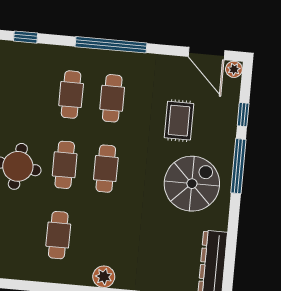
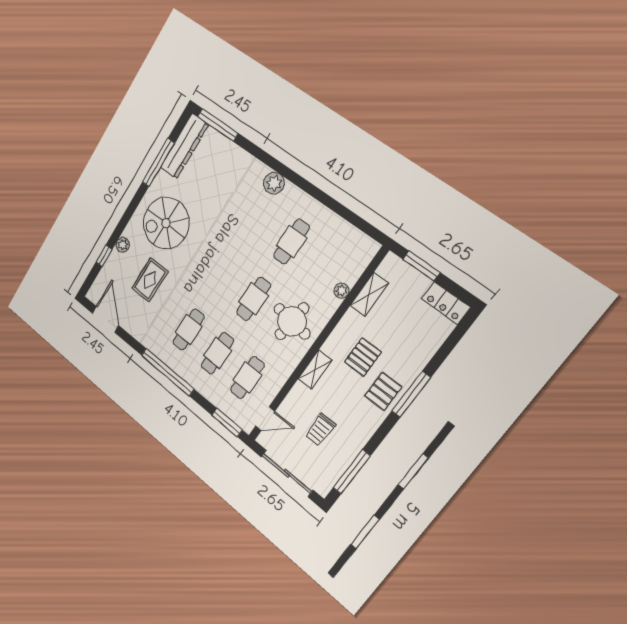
window: (26, 37) -> (227, 423), width x1.50
plant: (234, 69) -> (123, 245), moved
window: (238, 166) -> (158, 163), moved
cafe table: (106, 169) -> (247, 378), moved

